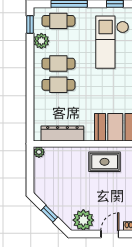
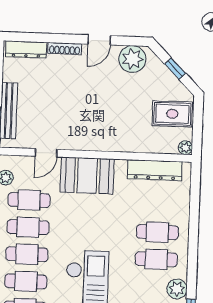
rug: (105, 162) -> (172, 114), moved

